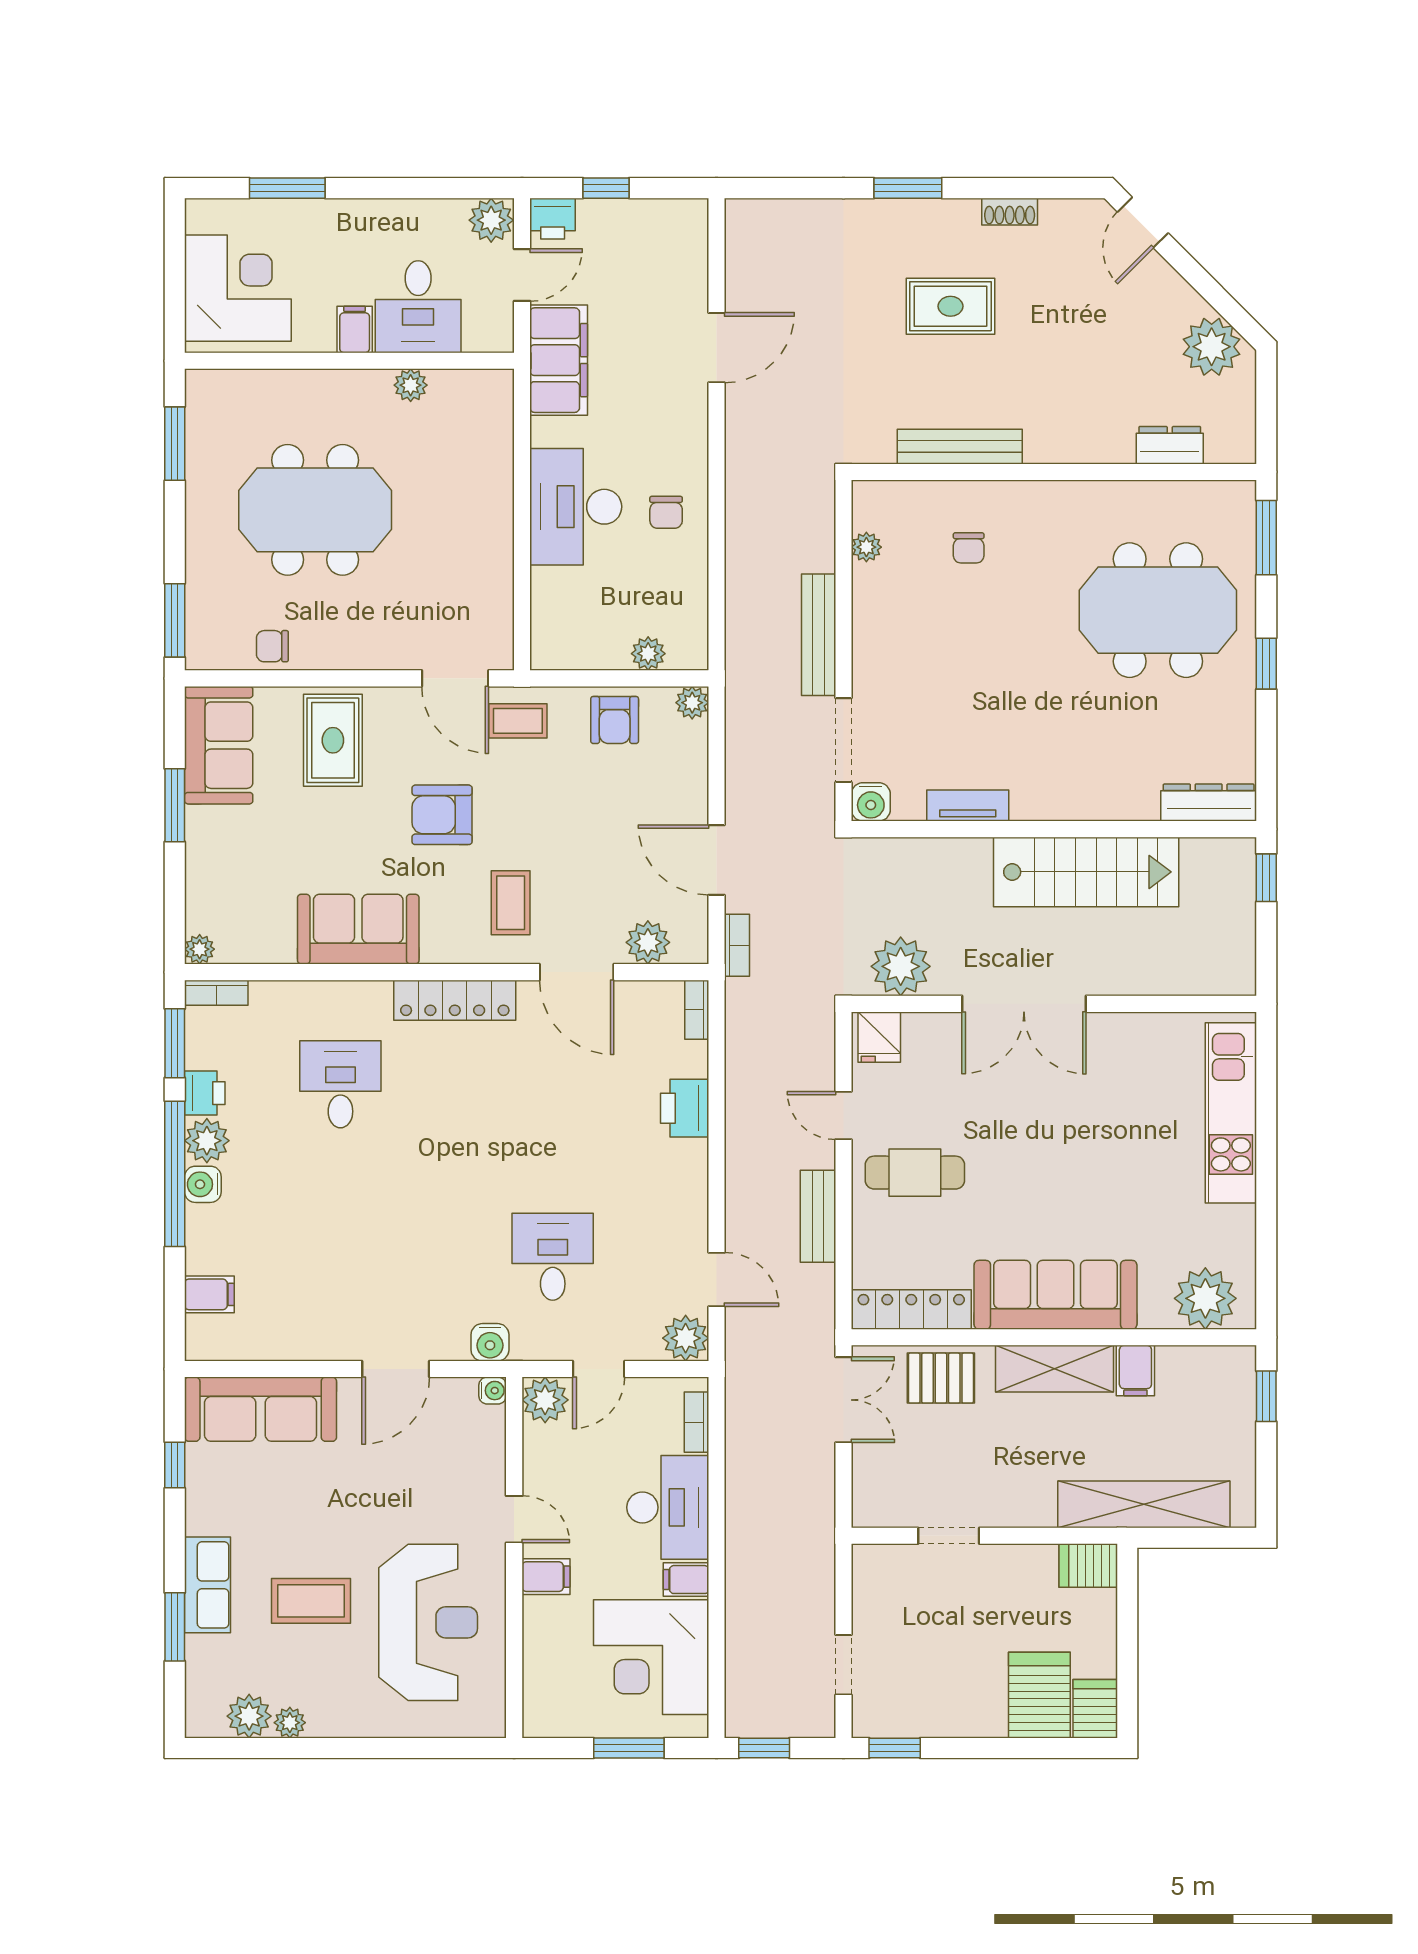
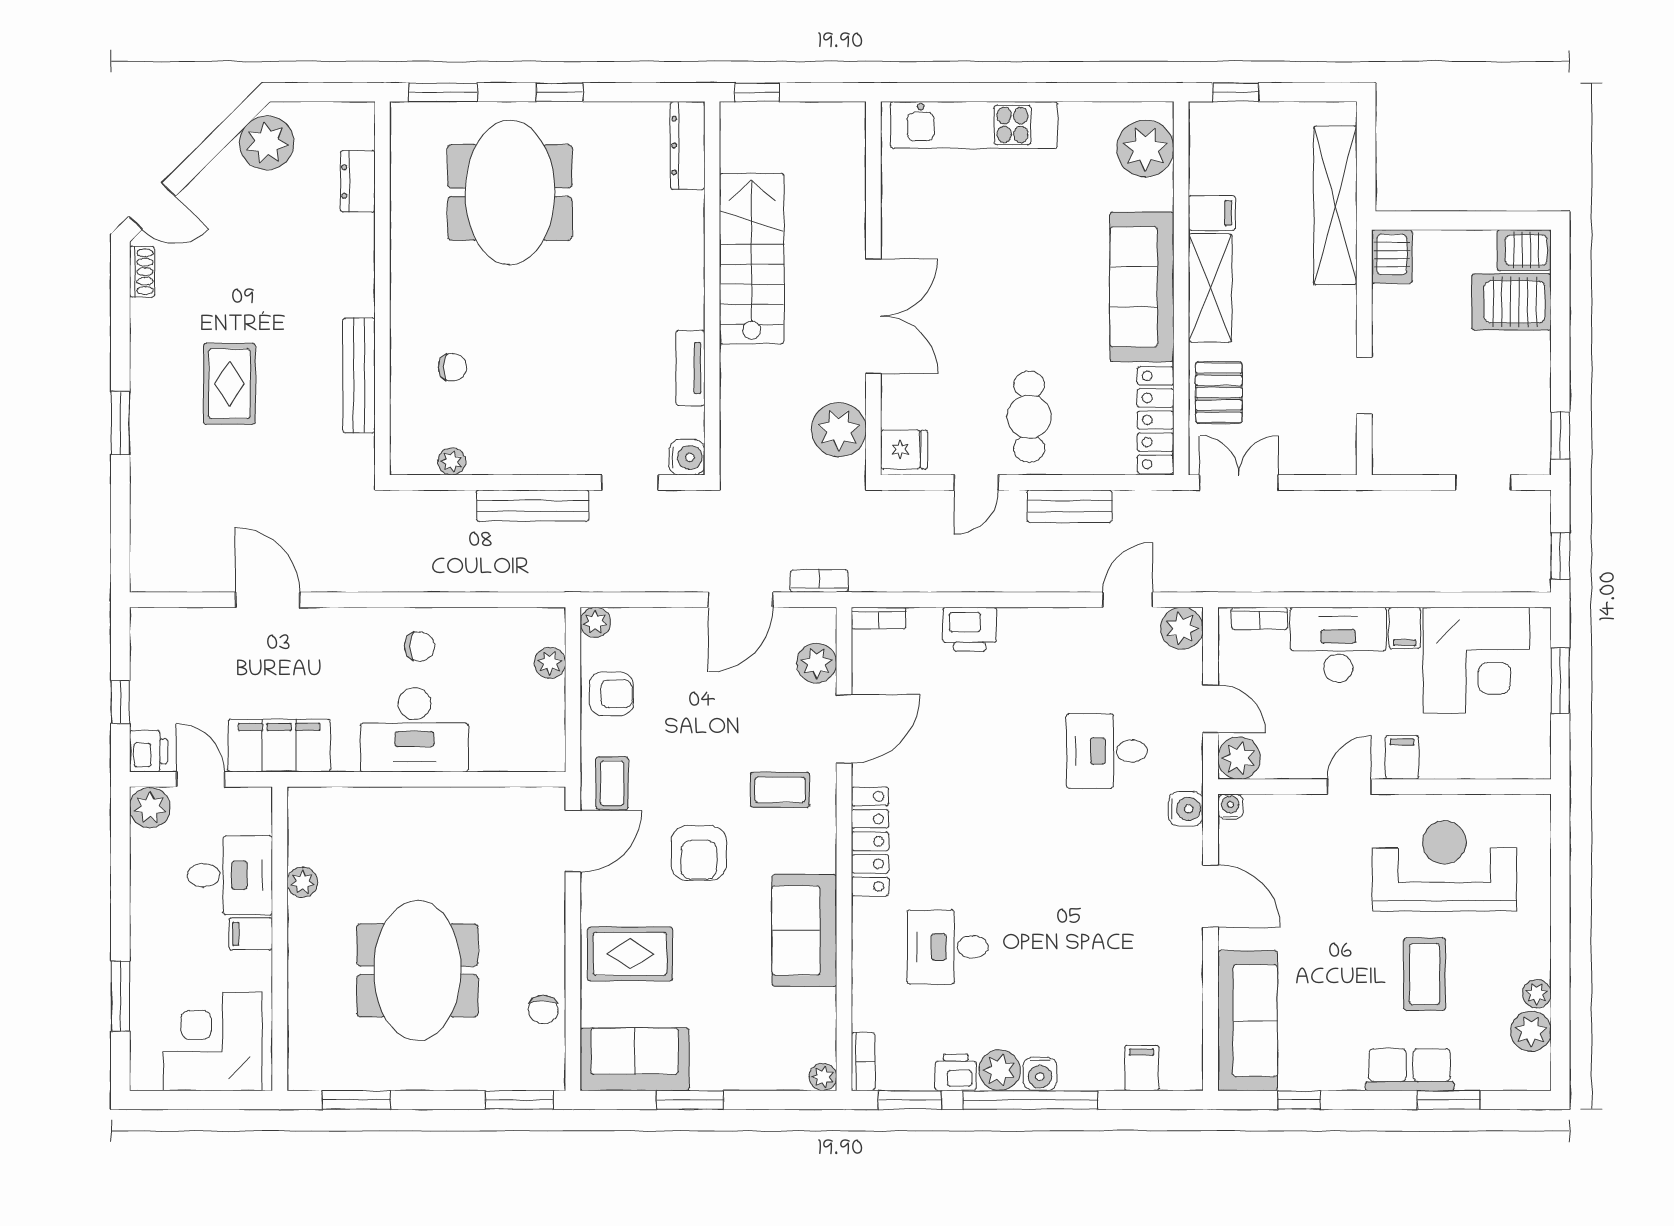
shoe rack: (1010, 212) -> (142, 272), moved
doorway: (844, 740) -> (630, 483), width x0.73

